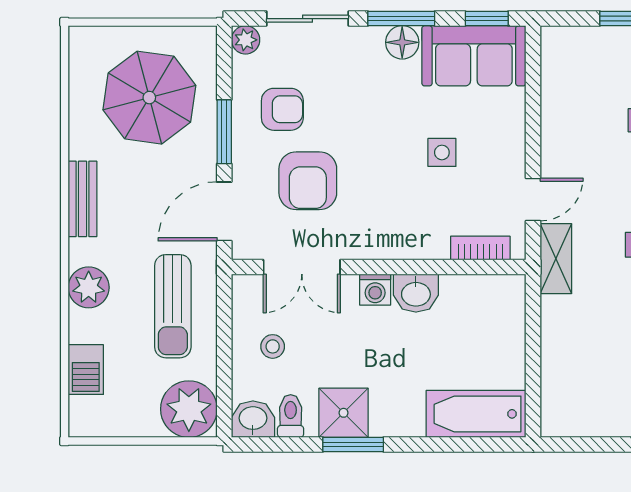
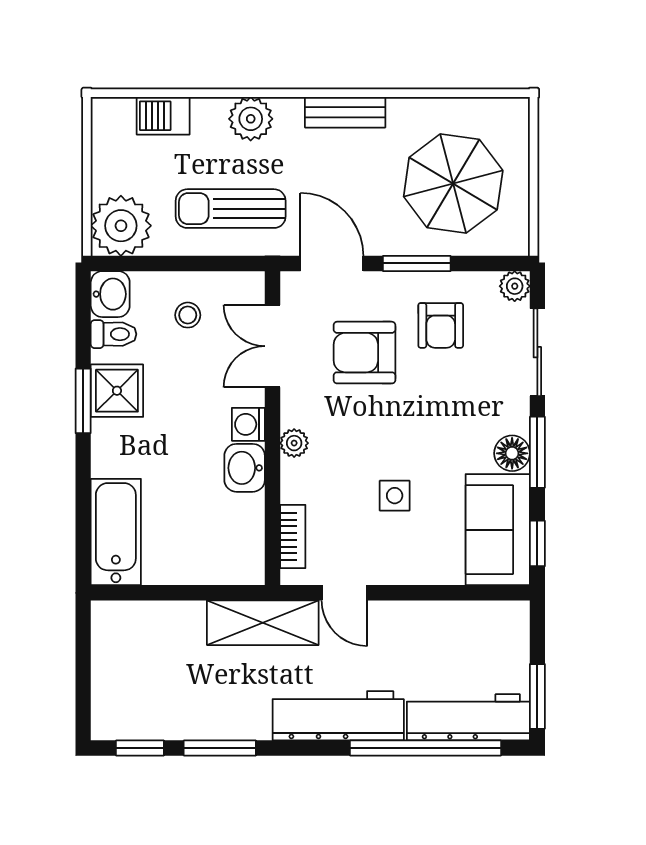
plant: (393, 247) -> (294, 443), added
shelving: (556, 259) -> (263, 623), width x1.50, depth x1.33

